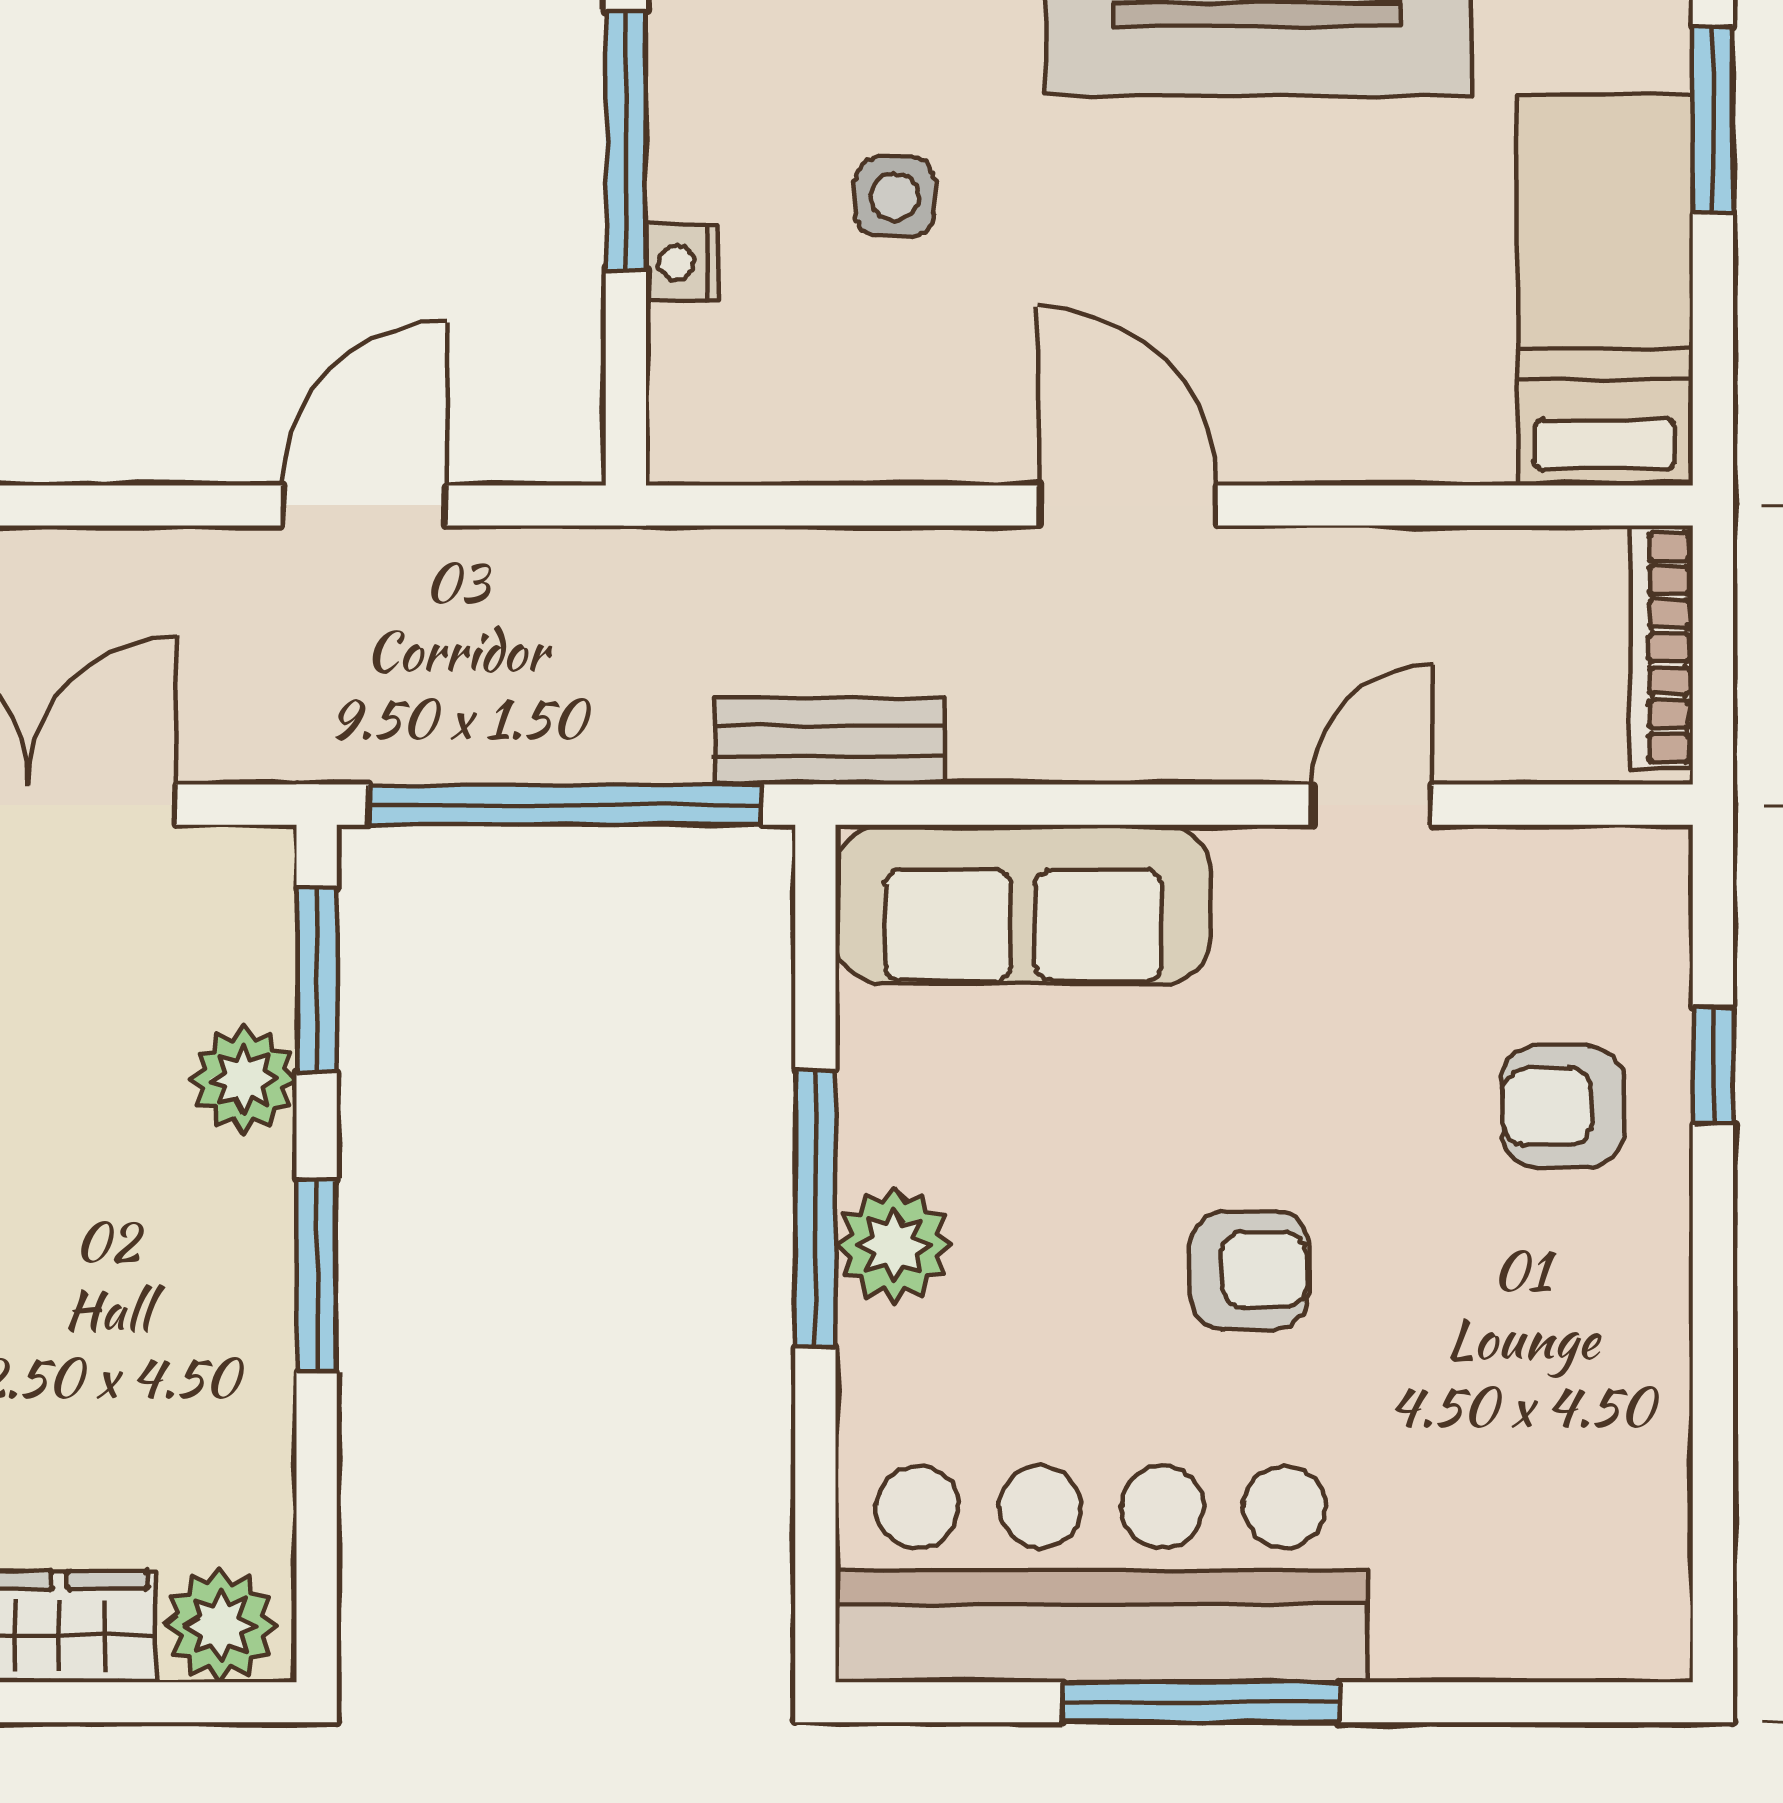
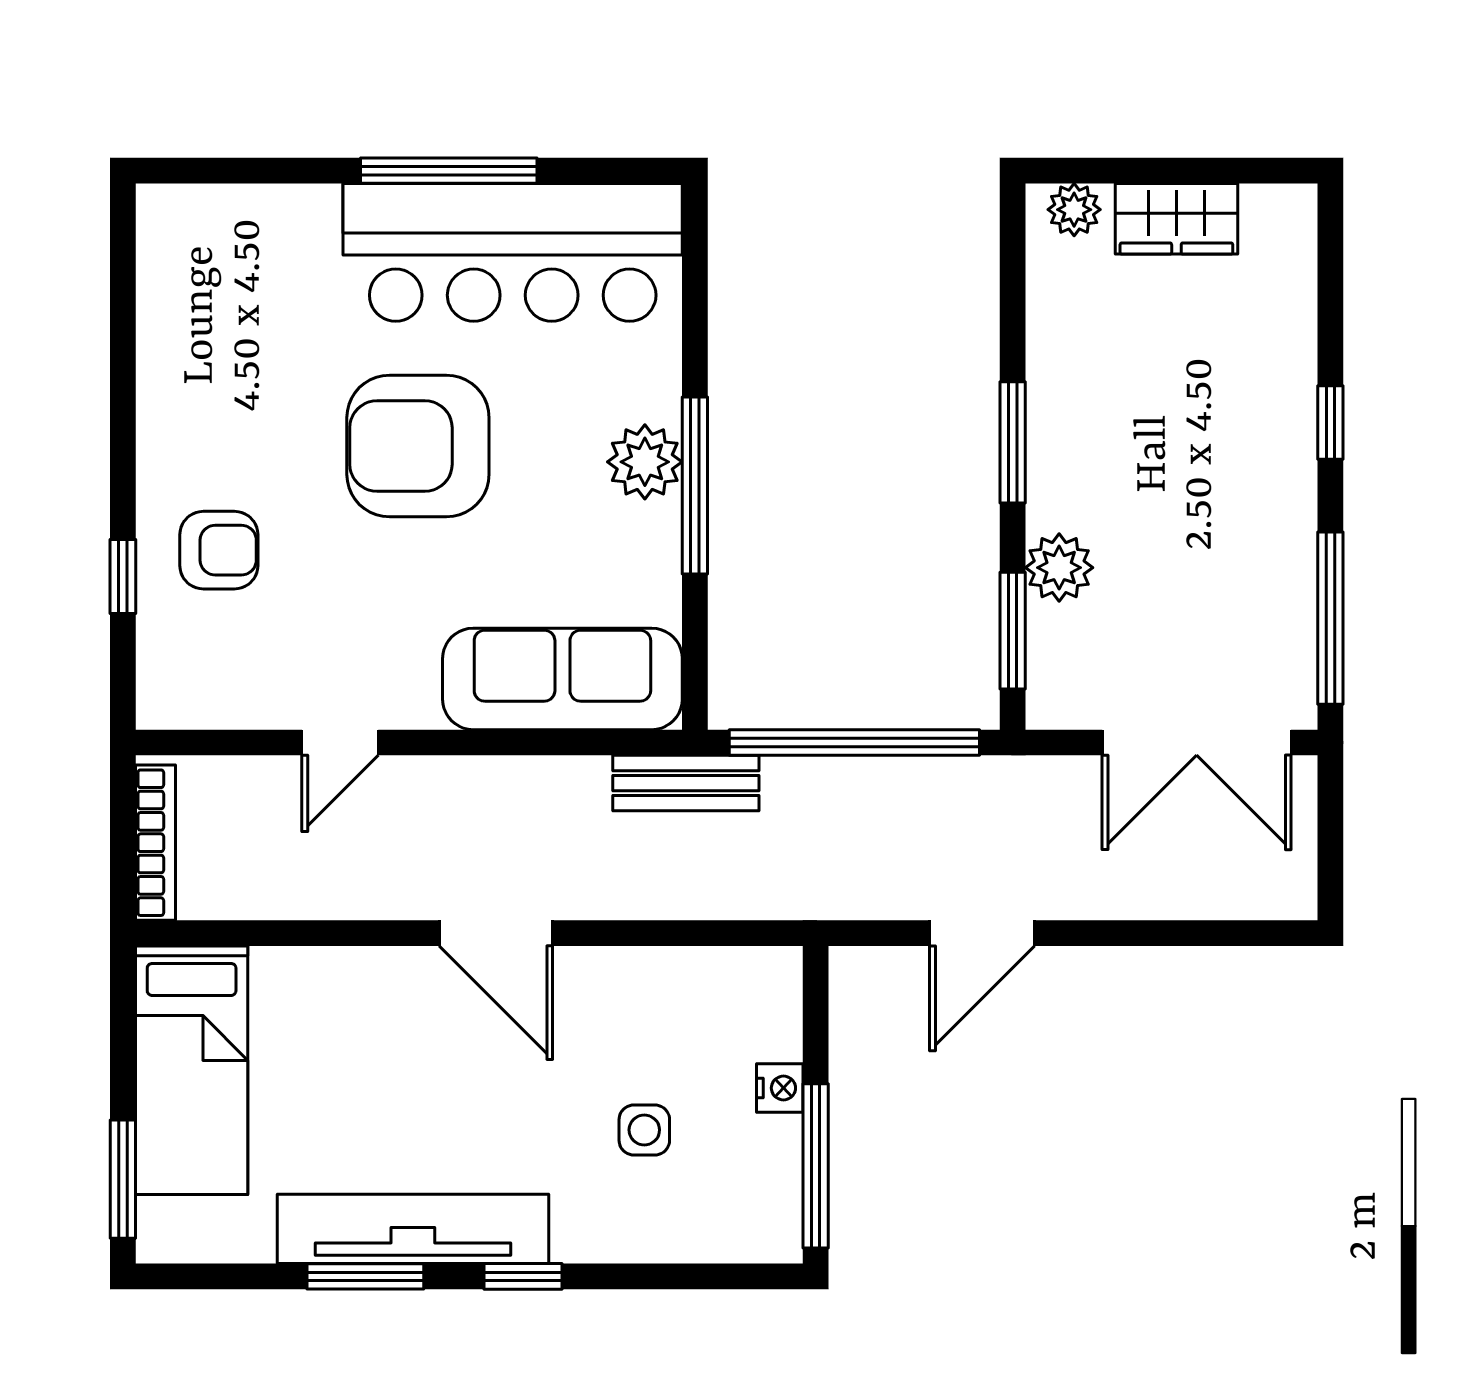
armchair: (1250, 1270) -> (418, 446), width x1.88, depth x1.88
plant: (220, 1626) -> (1074, 210), width x0.73, depth x0.73

